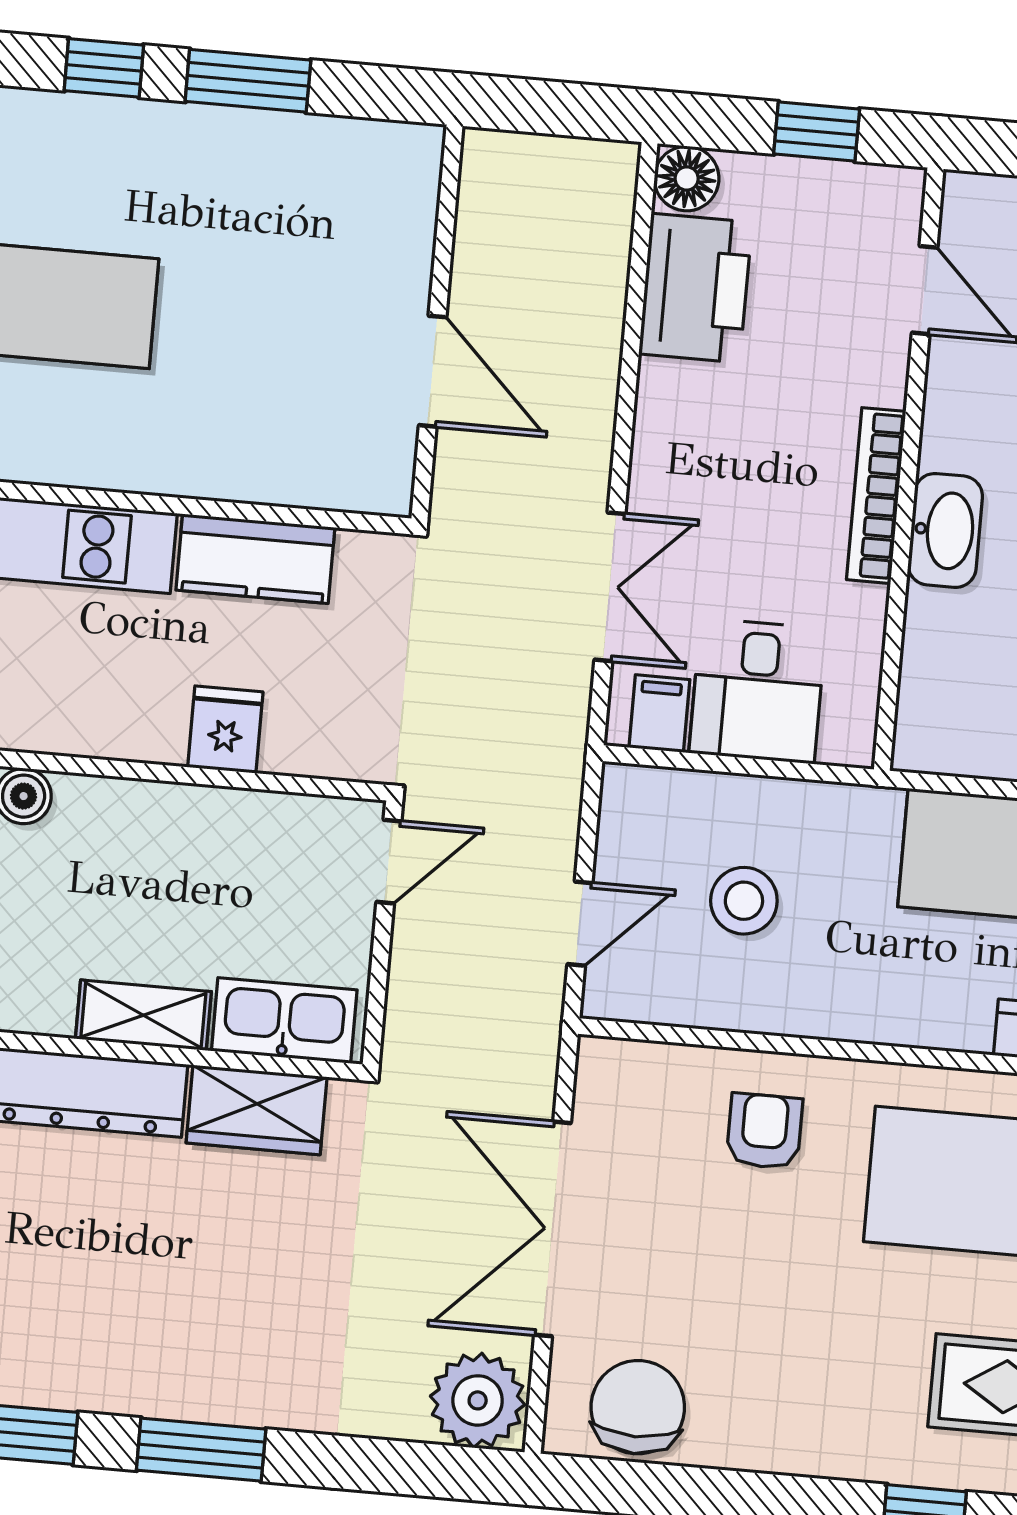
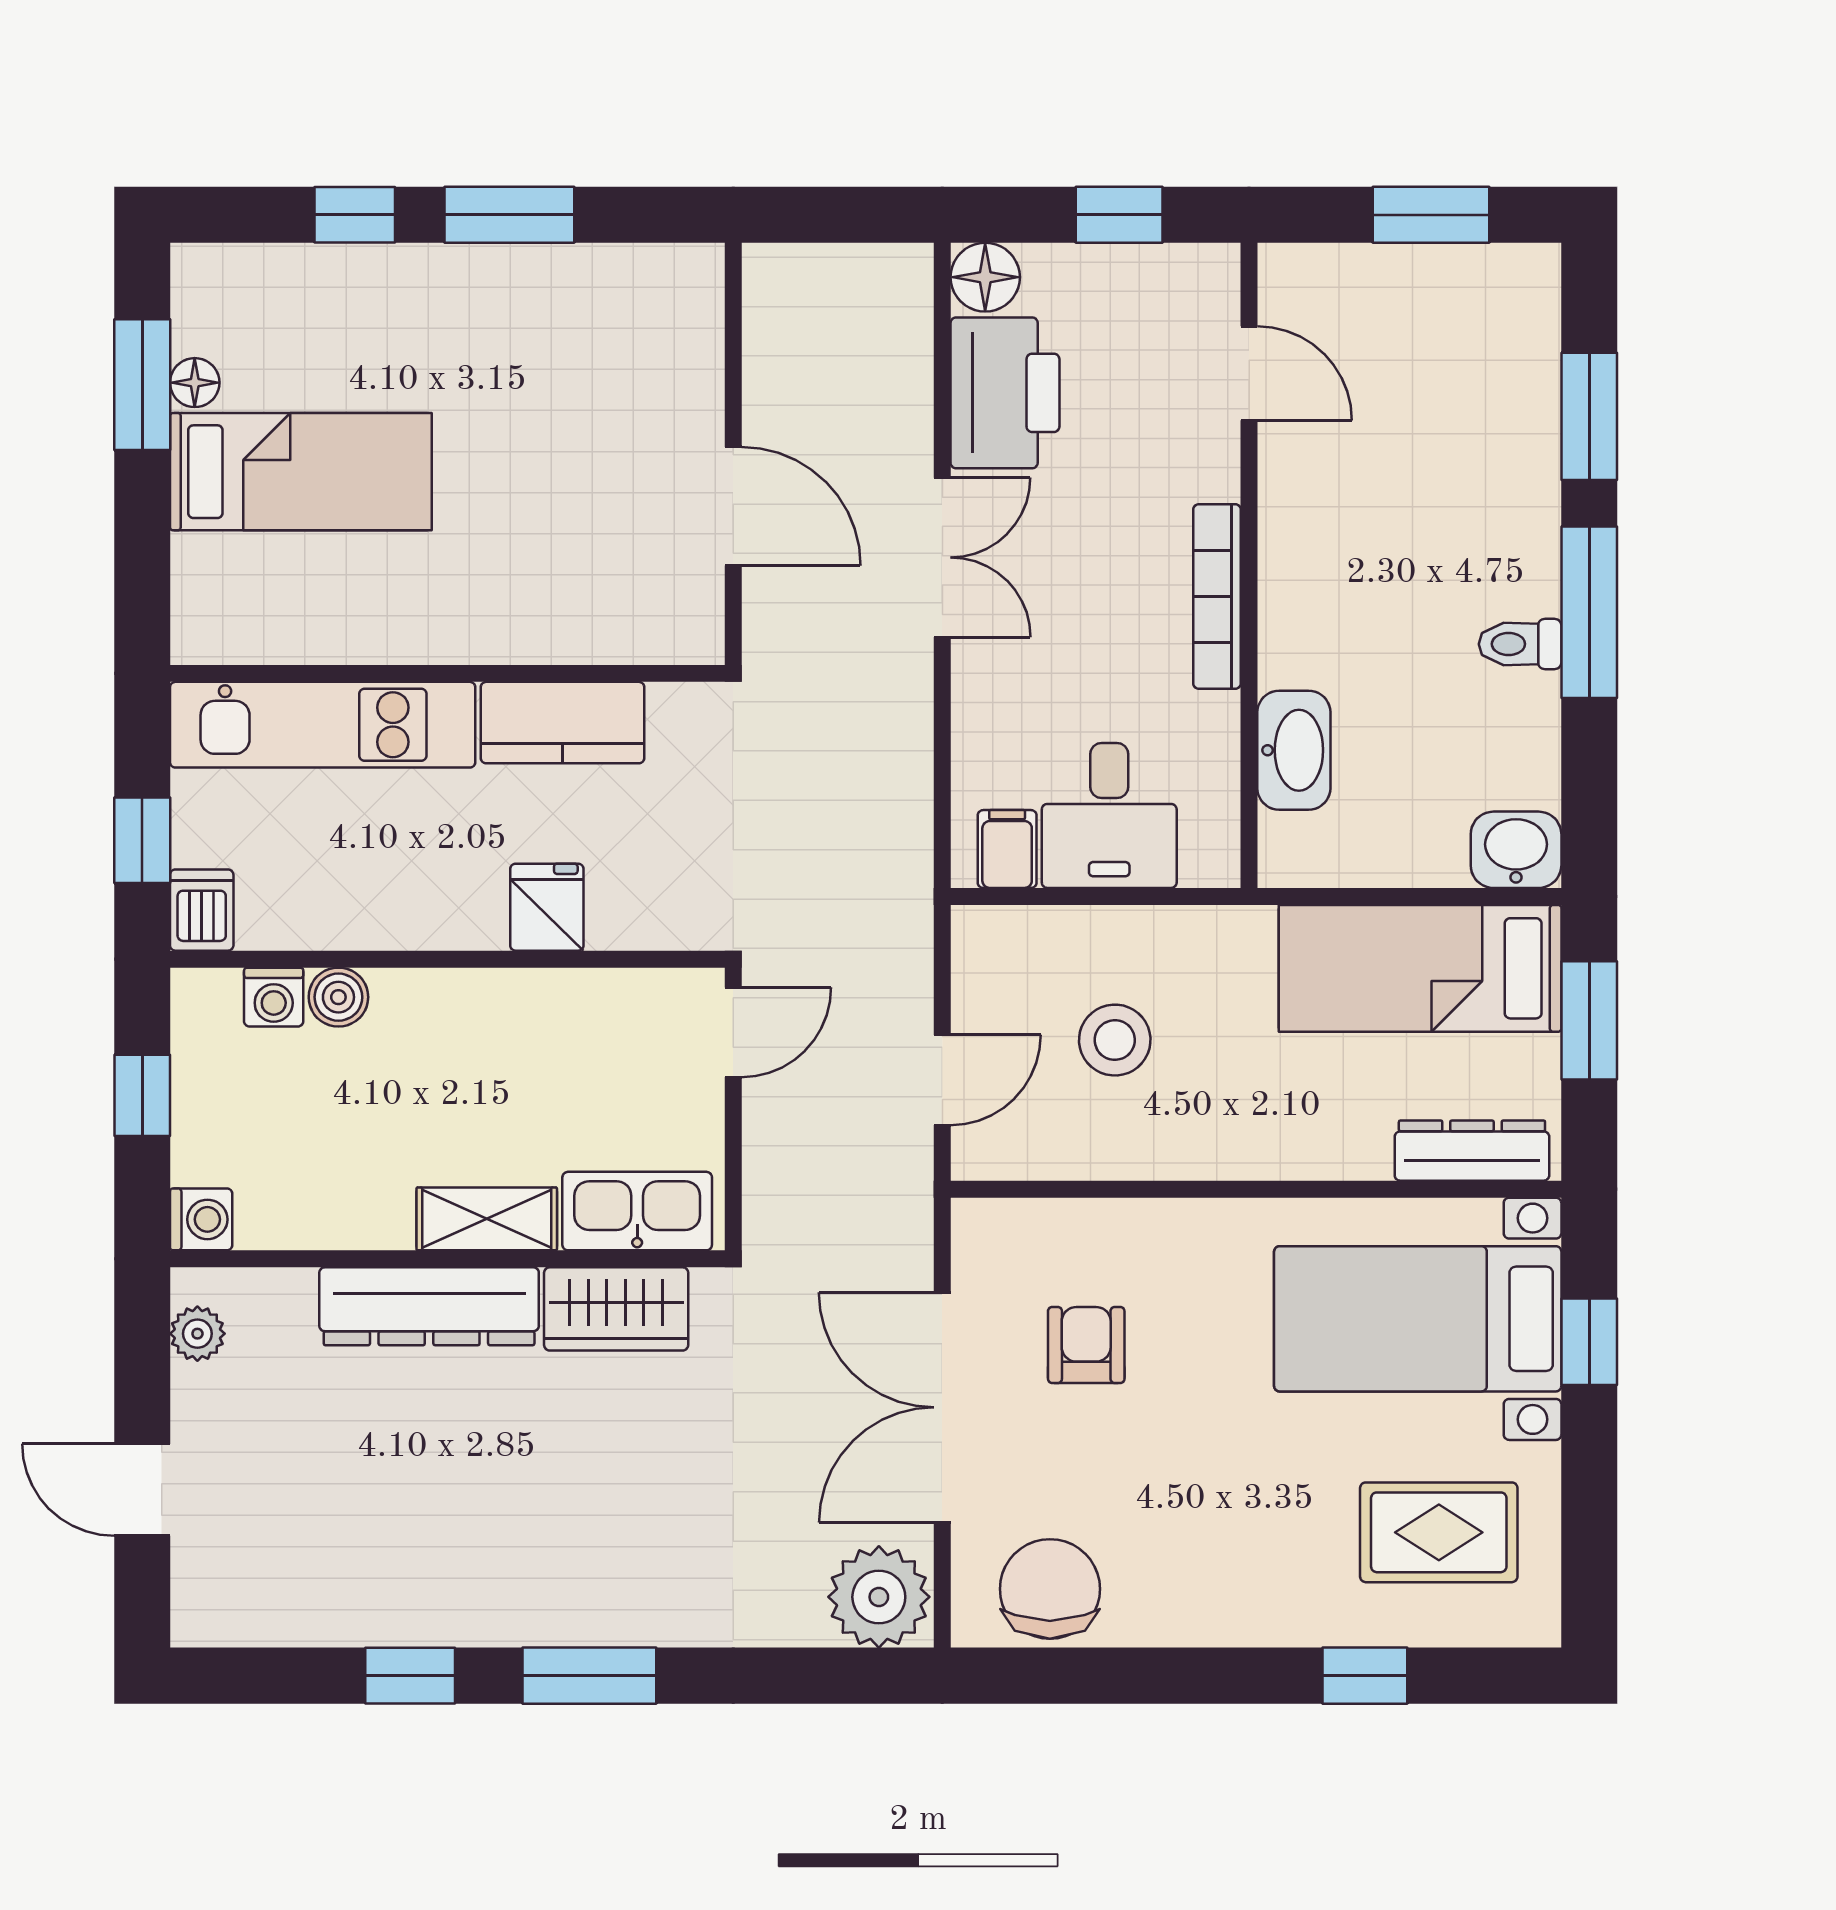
washbasin: (945, 530) -> (1294, 750), moved
double door: (610, 587) -> (942, 557), moved
armchair: (764, 1131) -> (1086, 1345), moved

